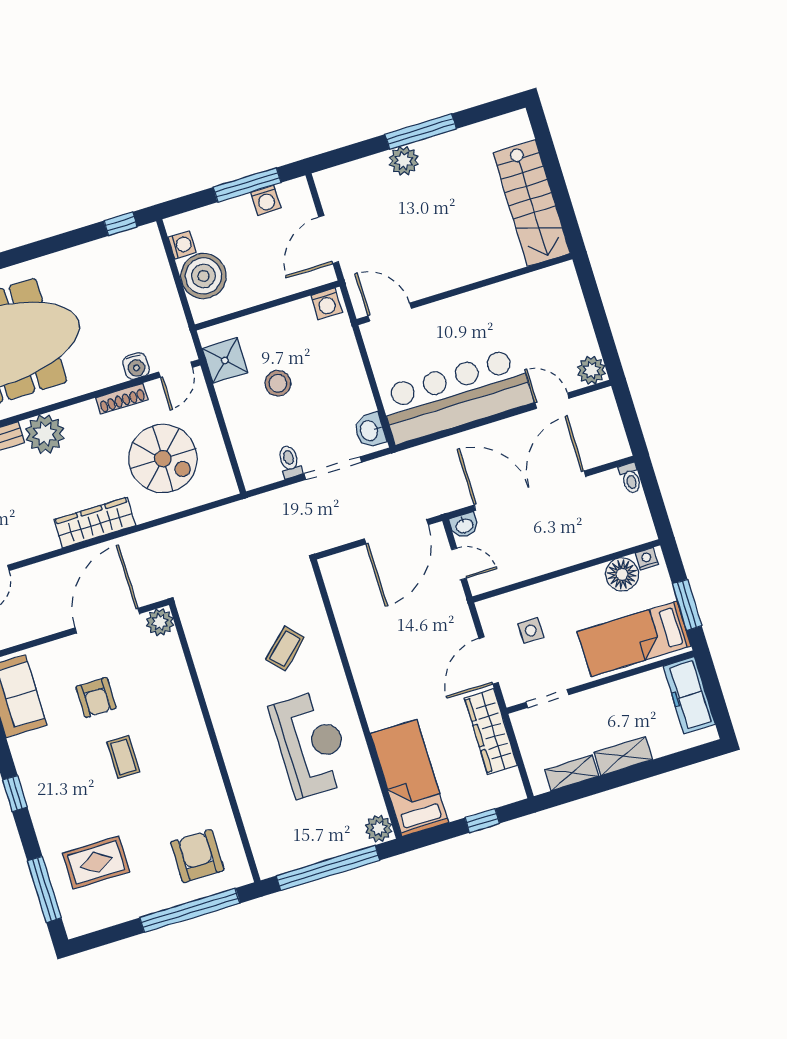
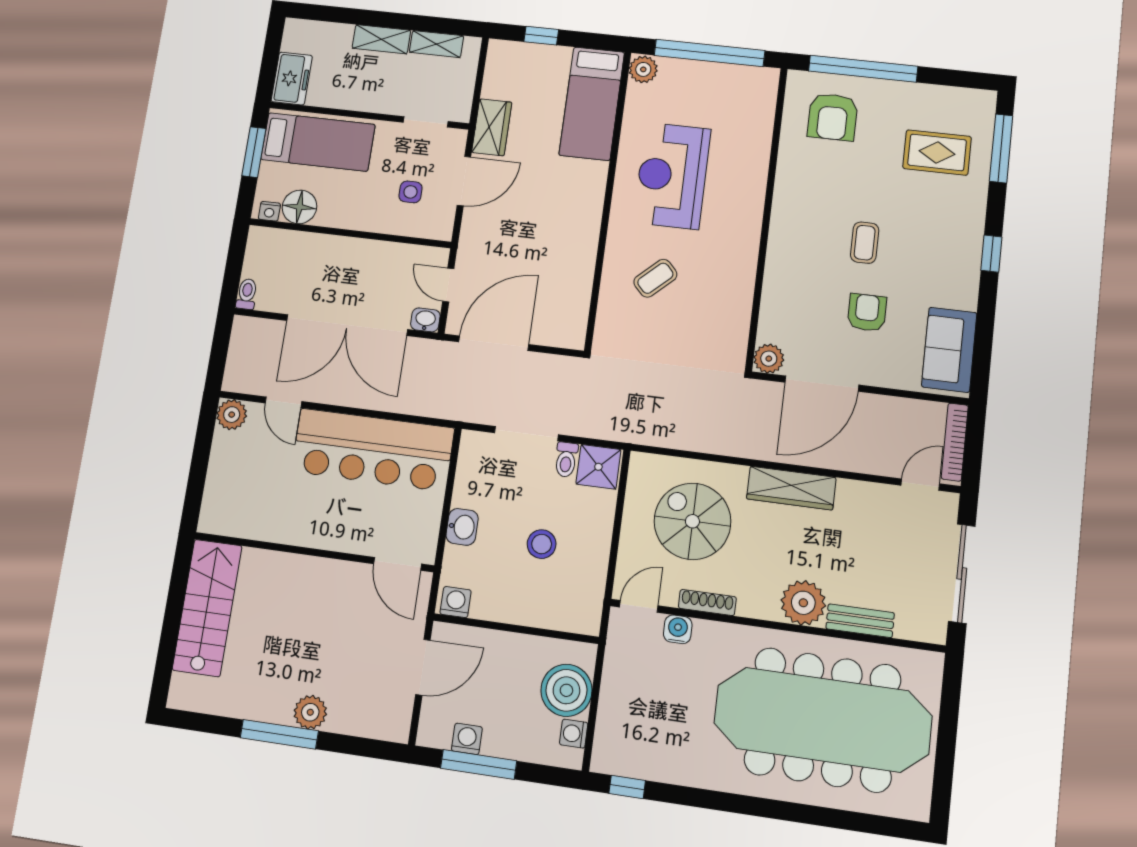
shower: (225, 360) -> (598, 467), moved
washbasin: (370, 430) -> (462, 527), moved
freezer: (689, 695) -> (292, 79), width x0.71
wardrobe: (491, 732) -> (492, 127), width x0.67

